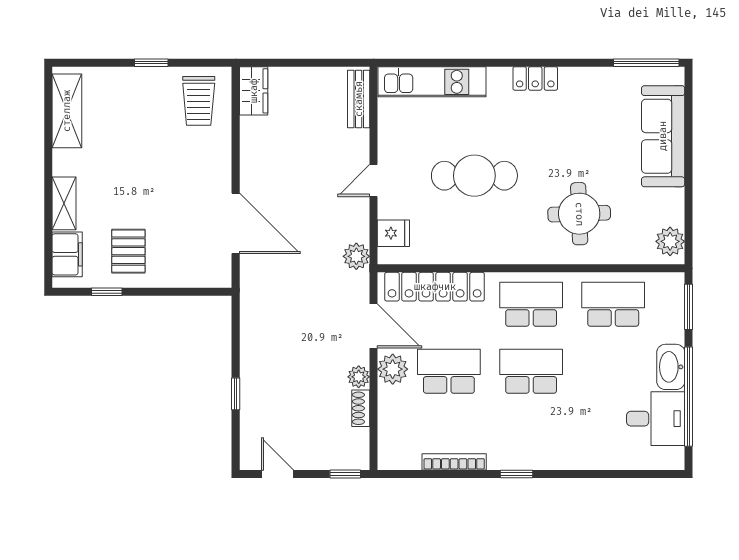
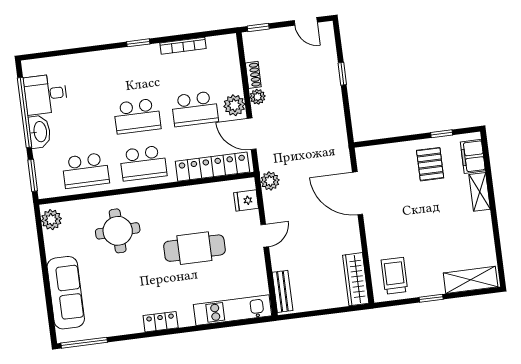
wardrobe: (254, 91) -> (356, 279), width x1.50
shelving: (67, 111) -> (471, 280), moved, turned 90

